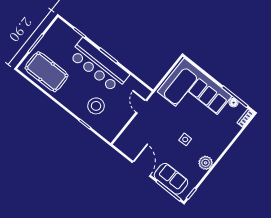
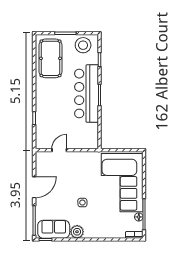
stool: (96, 106) -> (83, 45), moved
door: (141, 107) -> (59, 150), moved
sofa: (171, 179) -> (54, 229), moved, turned -90

